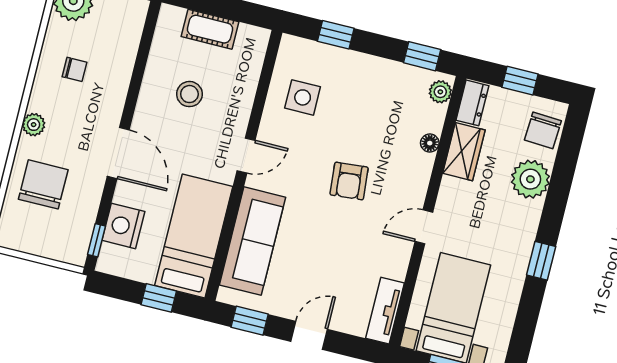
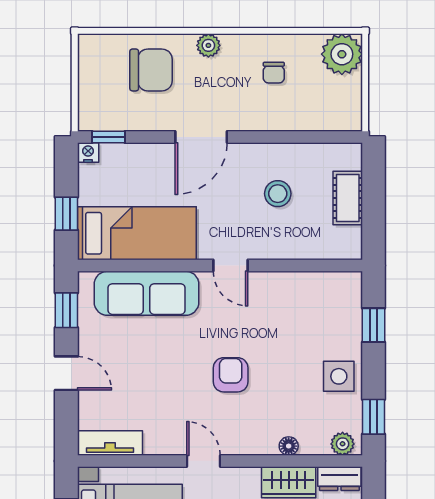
side table: (303, 97) -> (339, 376), moved
armchair: (349, 181) -> (231, 375), turned 95
nightstand: (123, 226) -> (88, 153), moved, width x0.53, depth x0.56

